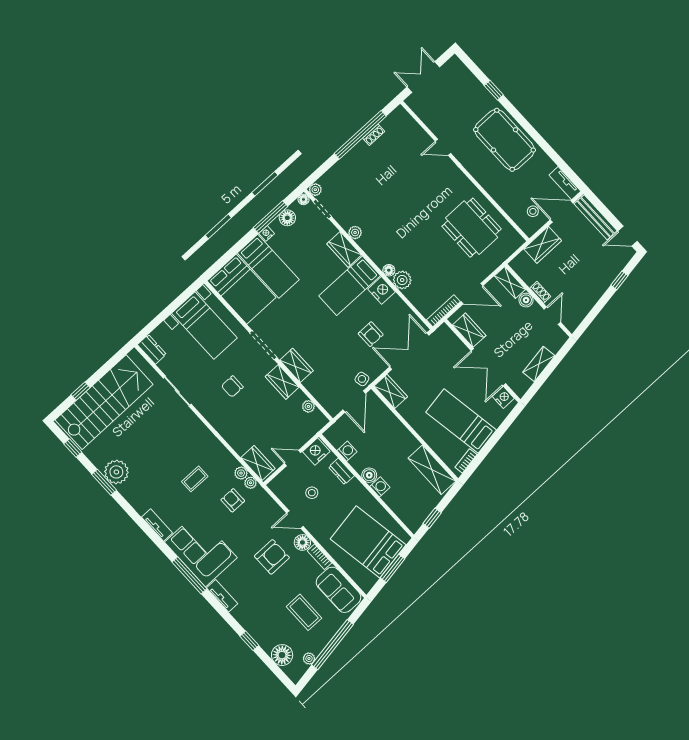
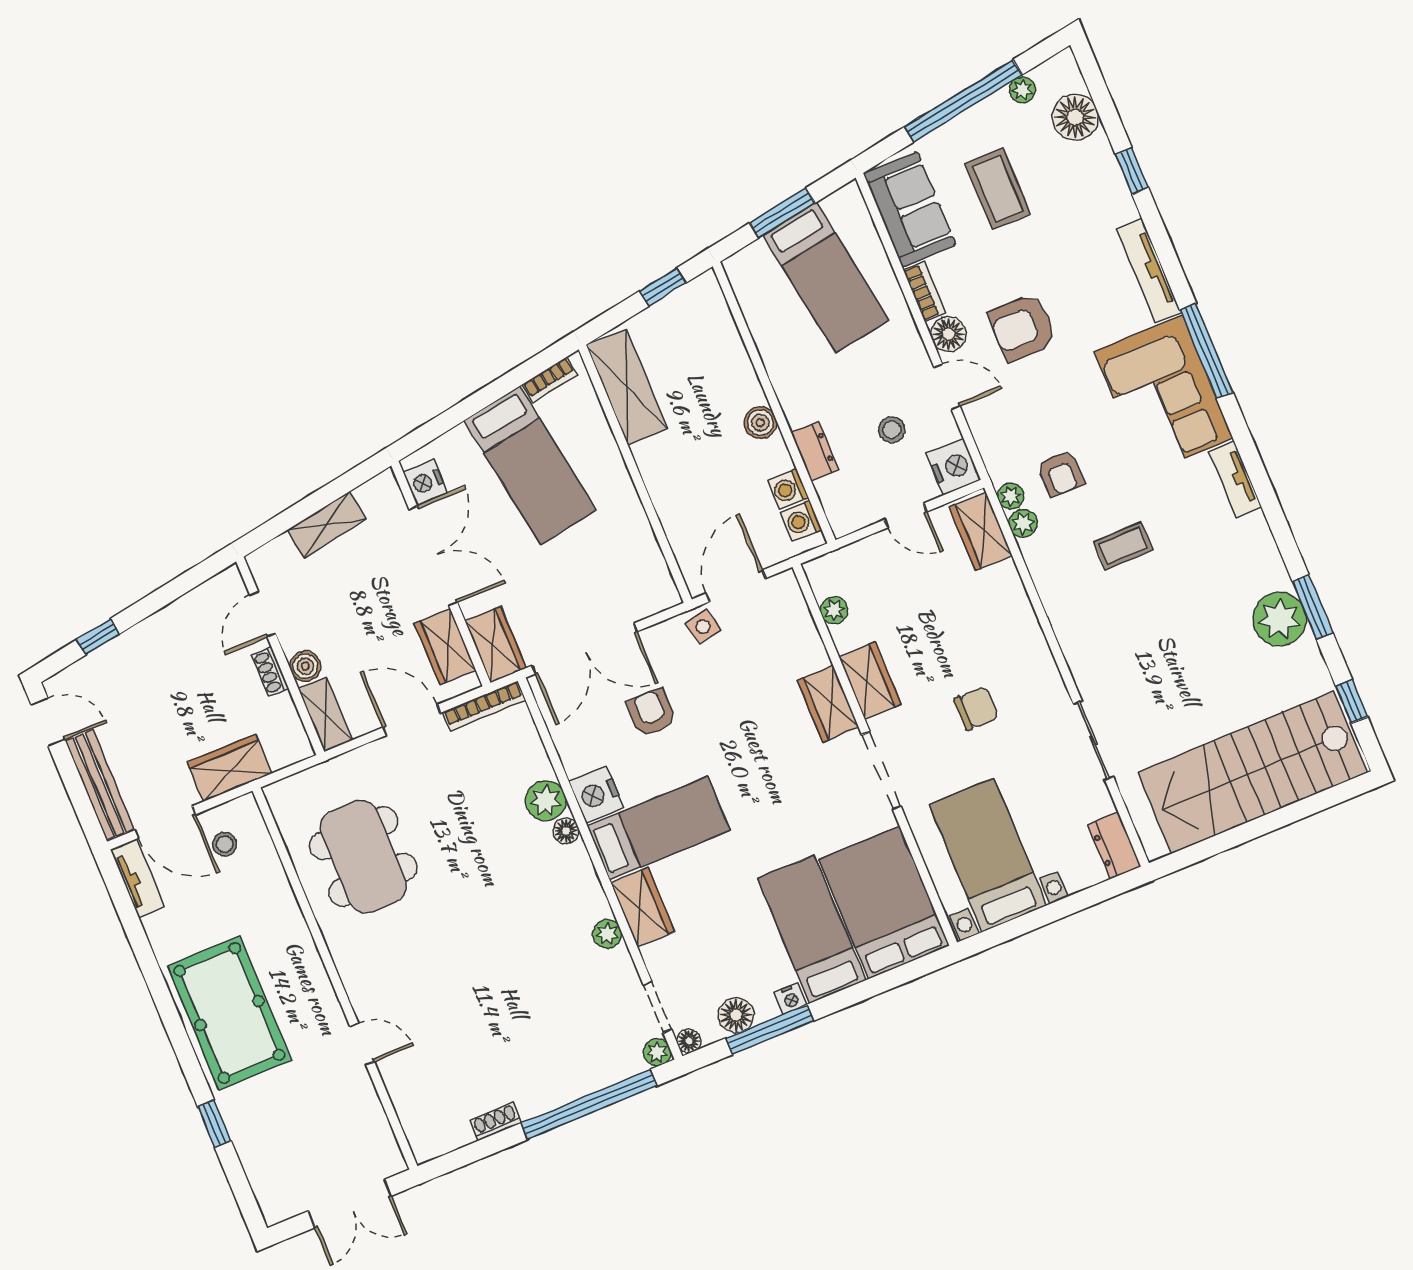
window: (360, 135) -> (589, 1104), moved
window: (80, 391) -> (1293, 813), removed
wardrobe: (391, 391) -> (495, 645), moved, turned 180
nightstand: (316, 452) -> (954, 467), moved, turned -90
washing machine: (380, 487) -> (801, 521), moved
bed: (368, 542) -> (826, 278), width x0.67
tv unit: (222, 596) -> (1149, 271), width x1.41

